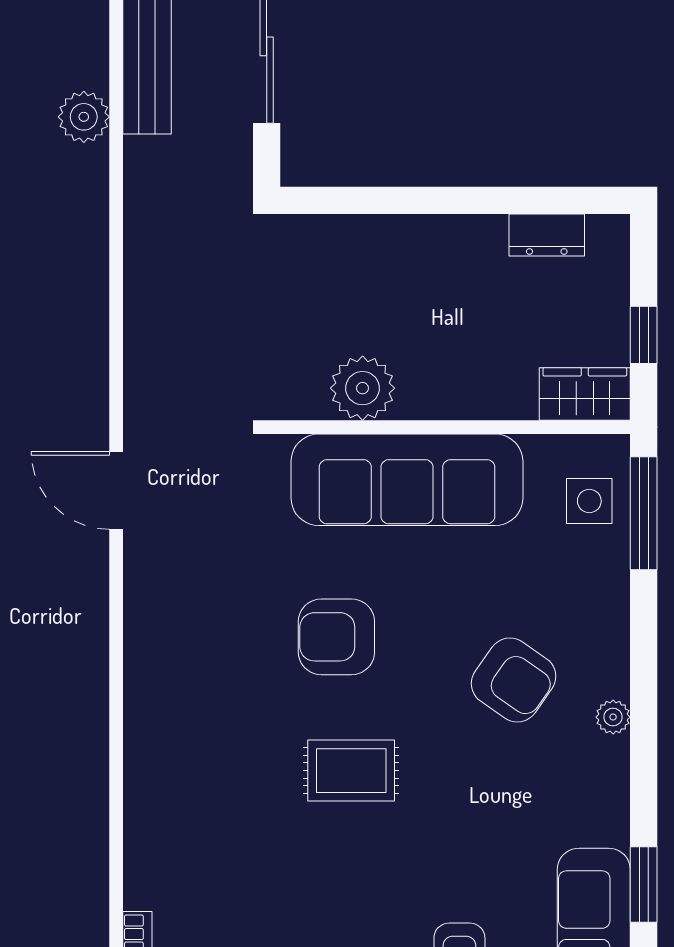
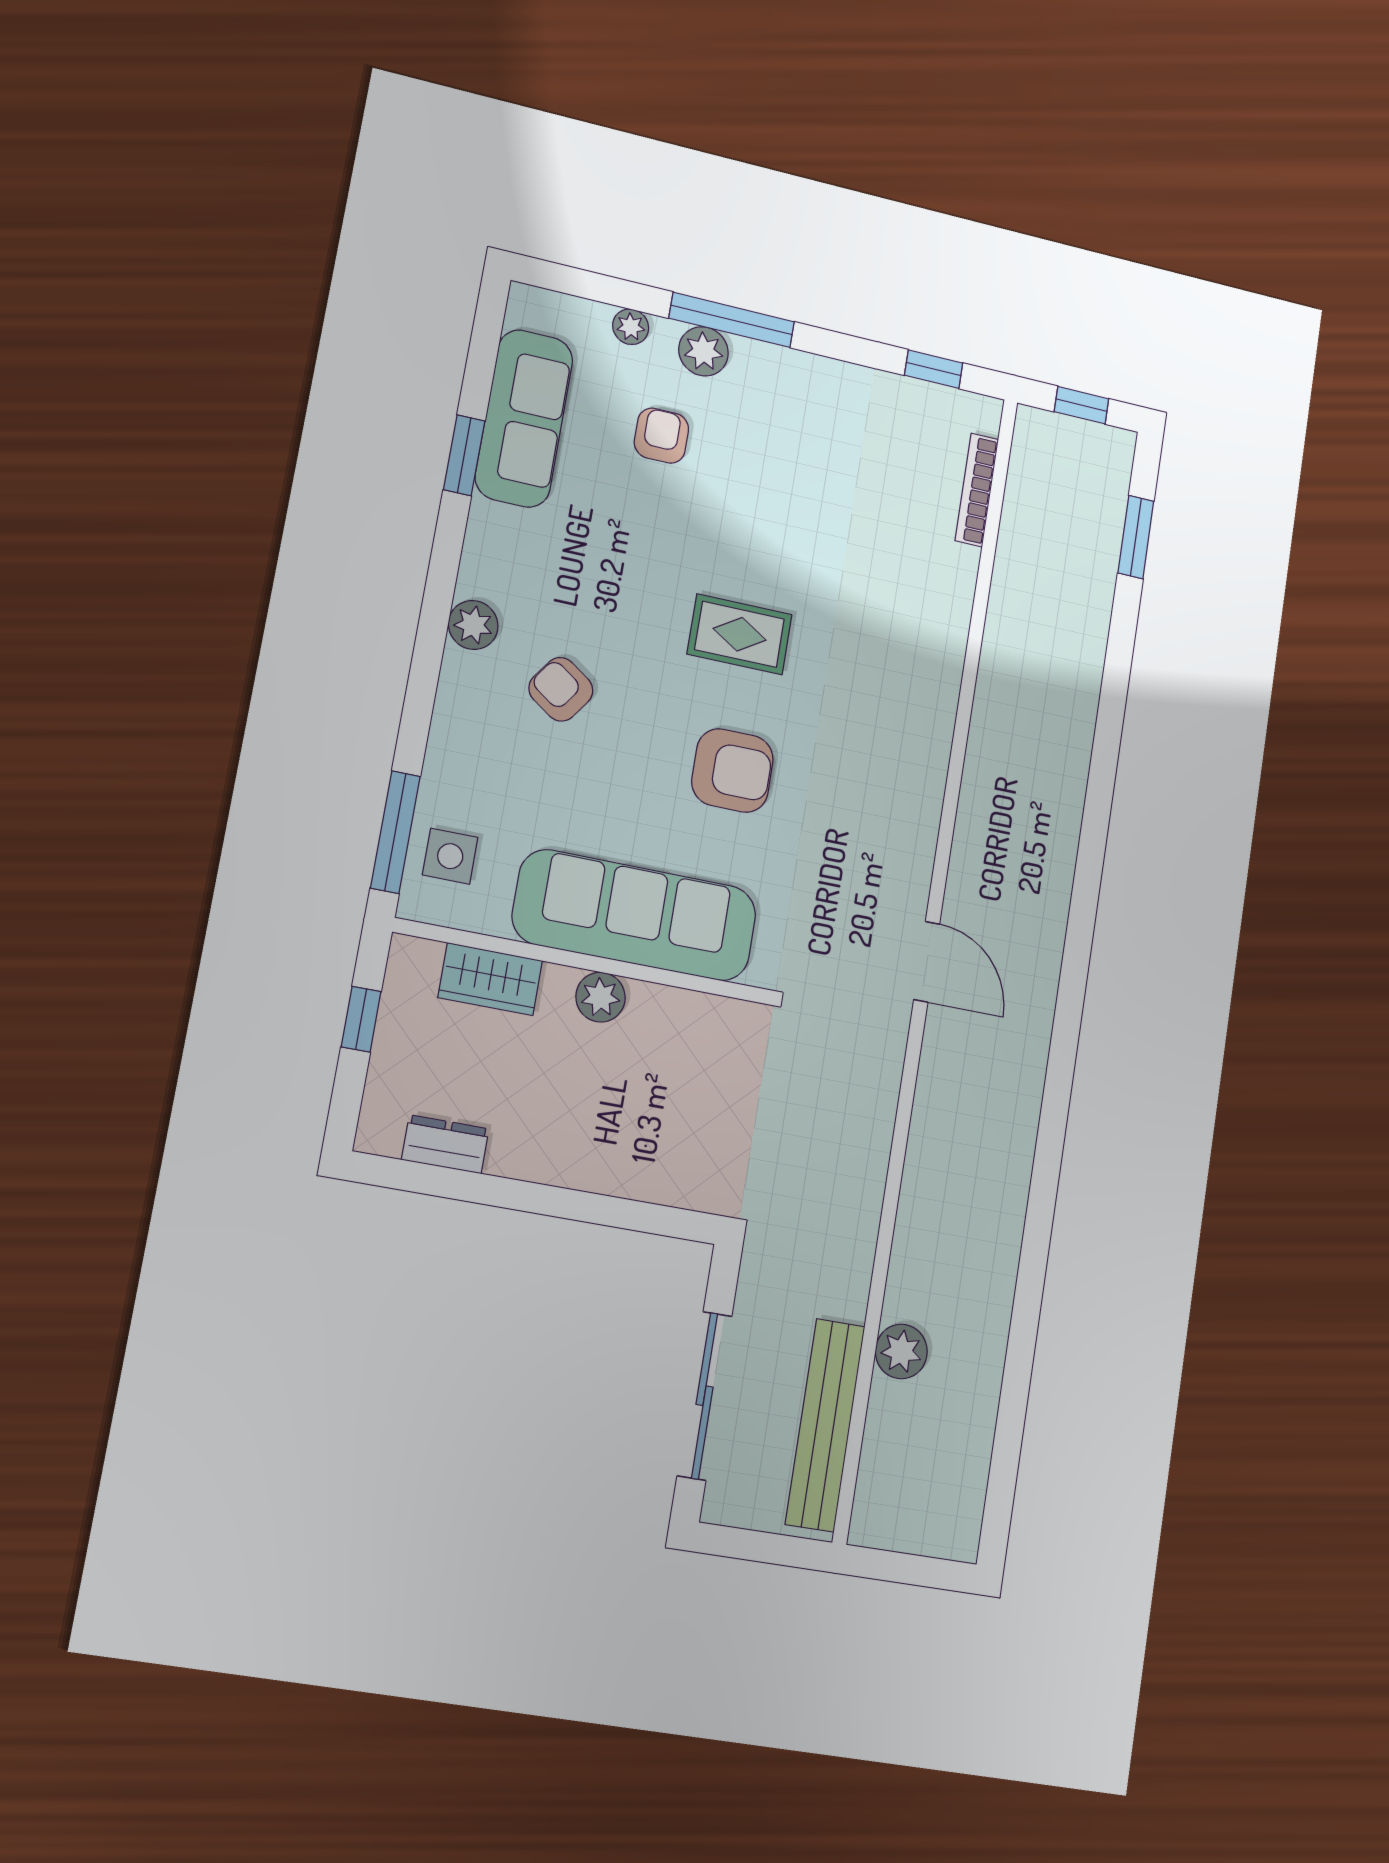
plant: (363, 388) -> (600, 997), moved, width x0.73, depth x0.73
wardrobe: (585, 394) -> (490, 979), moved
armchair: (514, 680) -> (561, 689), width x0.72, depth x0.72
plant: (613, 717) -> (473, 625), width x1.38, depth x1.38

